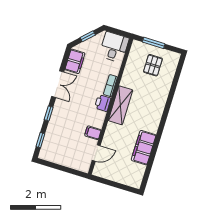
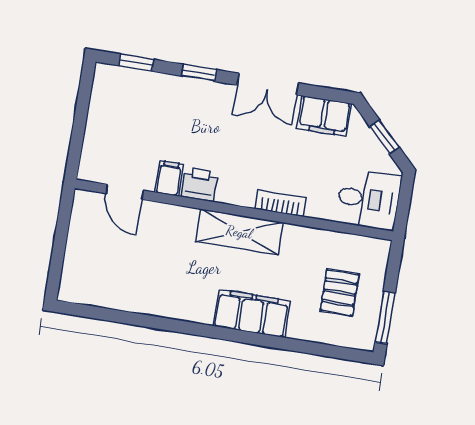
window: (154, 43) -> (385, 318), moved
pallet: (153, 65) -> (340, 292), turned 90
printer: (103, 103) -> (199, 185), moved
filing cabinet: (144, 148) -> (252, 313), moved

